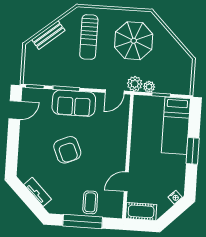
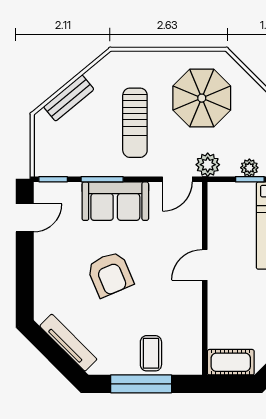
sun lounger: (89, 37) -> (135, 123), moved
plant: (149, 87) -> (249, 168), moved
door: (126, 182) -> (205, 265), moved
tv unit: (38, 192) -> (68, 343), width x1.41

